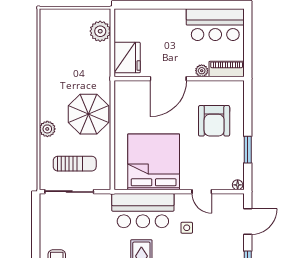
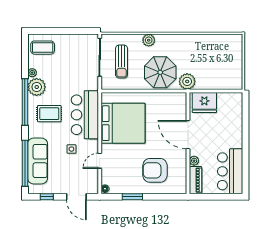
plant: (100, 31) -> (187, 81), moved

